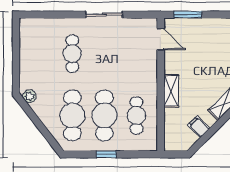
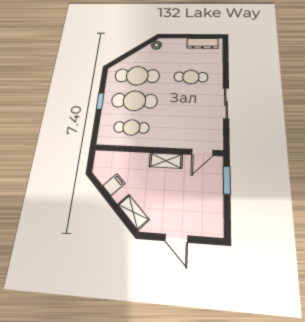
dresser: (26, 41) -> (202, 43), added
shelving: (171, 91) -> (166, 161), moved

